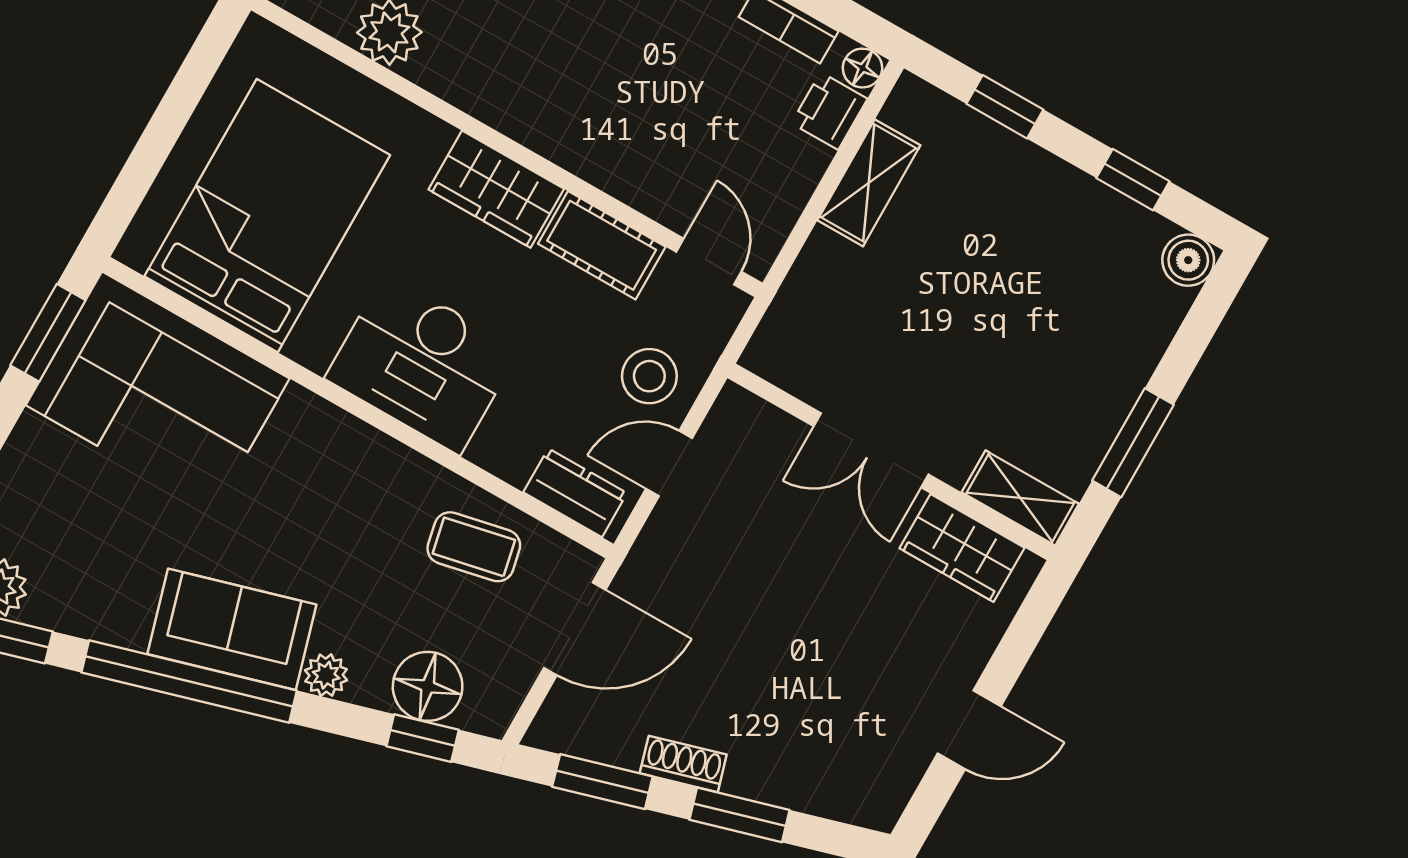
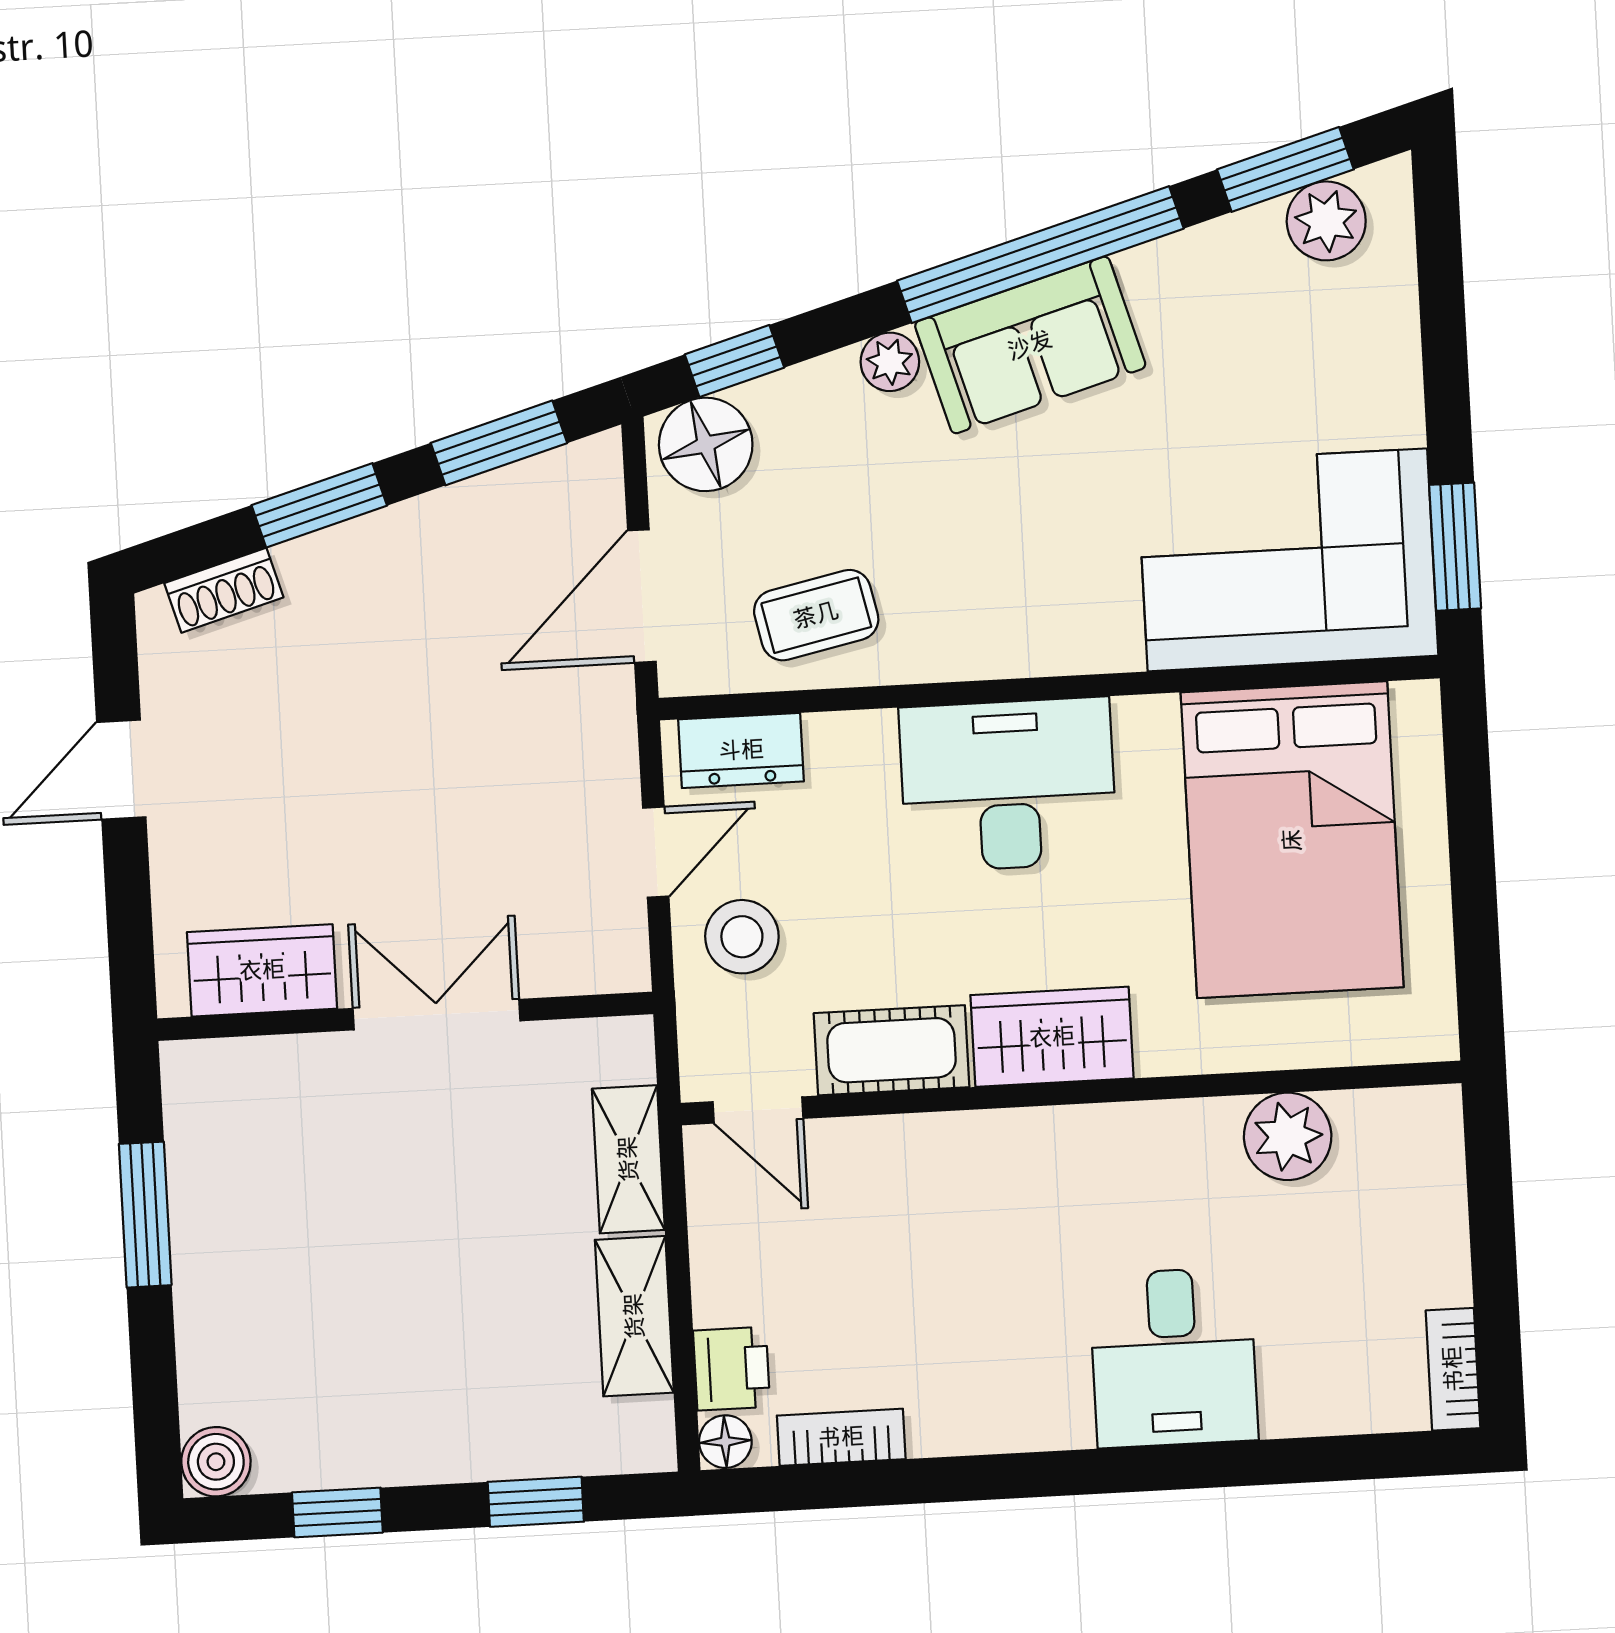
shelving: (1020, 498) -> (628, 1159), moved, turned 90
floor lamp: (428, 686) -> (706, 444), moved
shoe rack: (683, 764) -> (224, 590), moved

